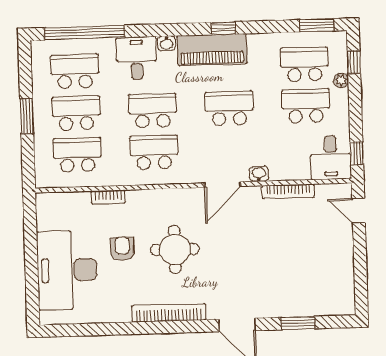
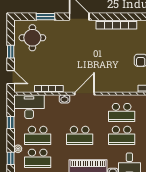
window: (357, 153) -> (11, 123), moved
desk: (331, 158) -> (29, 107), width x1.37
round table: (175, 250) -> (32, 38), moved
window: (360, 257) -> (11, 52), added

